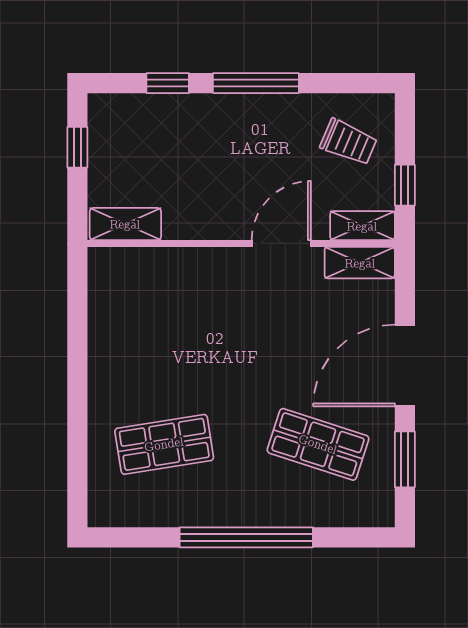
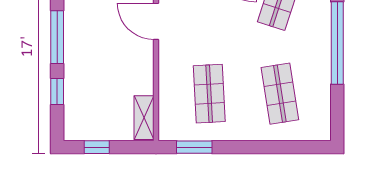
window: (77, 305) -> (194, 147), added
shop shelf: (164, 330) -> (209, 94), added

